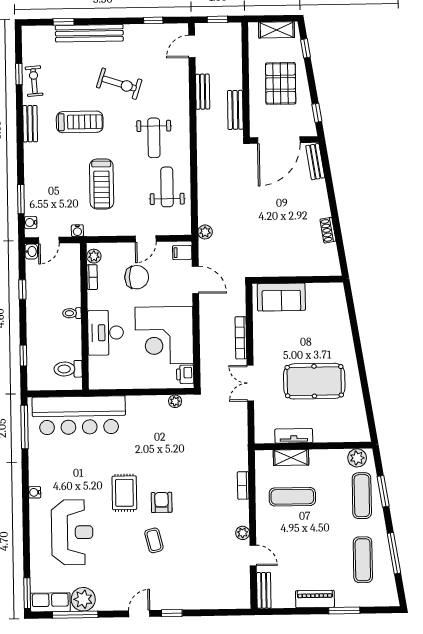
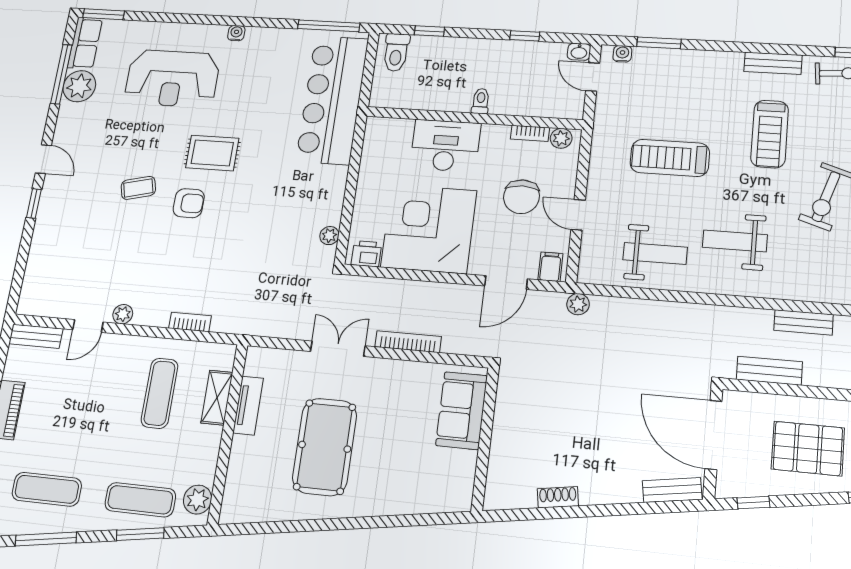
water cooler: (77, 231) -> (602, 118), removed
toilet: (68, 369) -> (396, 52), moved, turned 180

